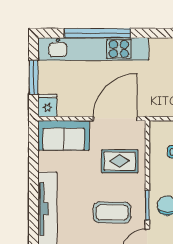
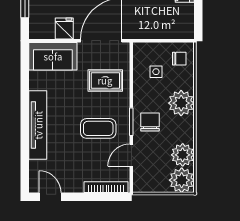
fridge: (47, 106) -> (64, 28), moved

